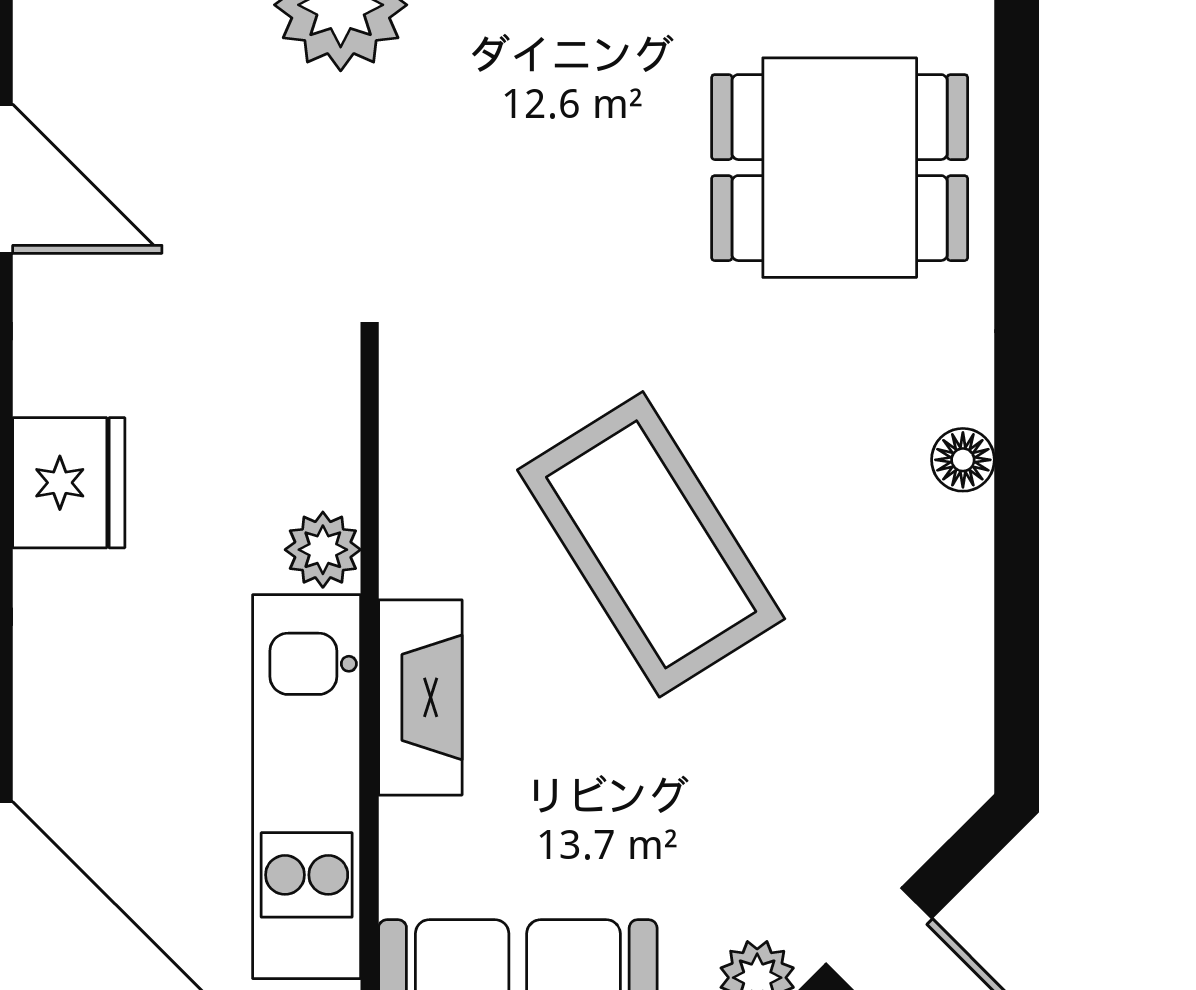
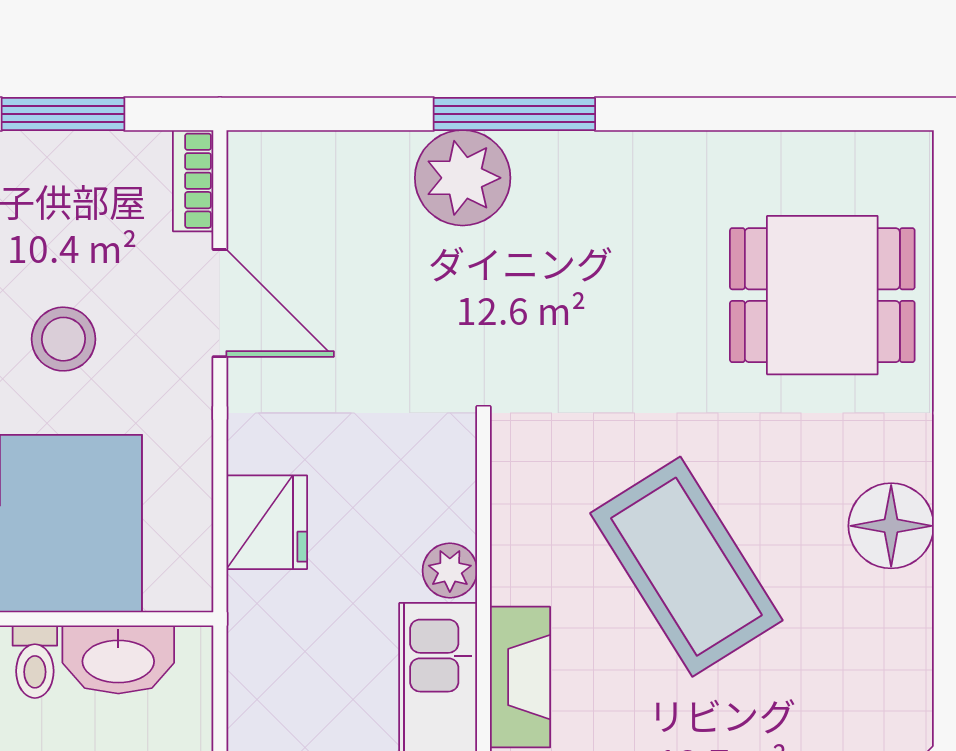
floor lamp: (963, 460) -> (891, 526), width x1.89, depth x1.89

